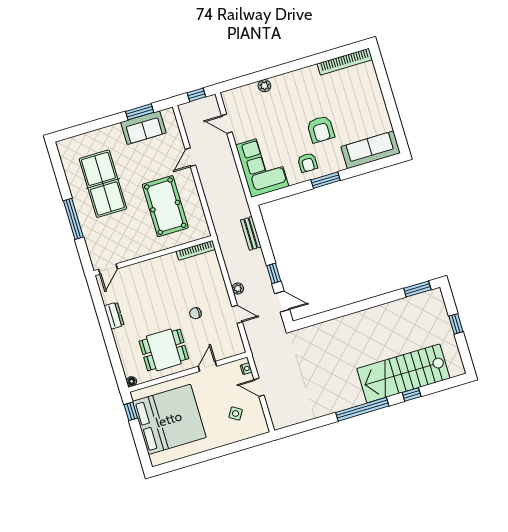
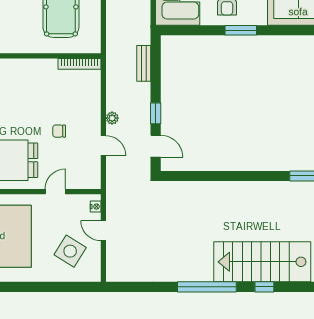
side table: (236, 413) -> (70, 251), width x1.87, depth x1.87

